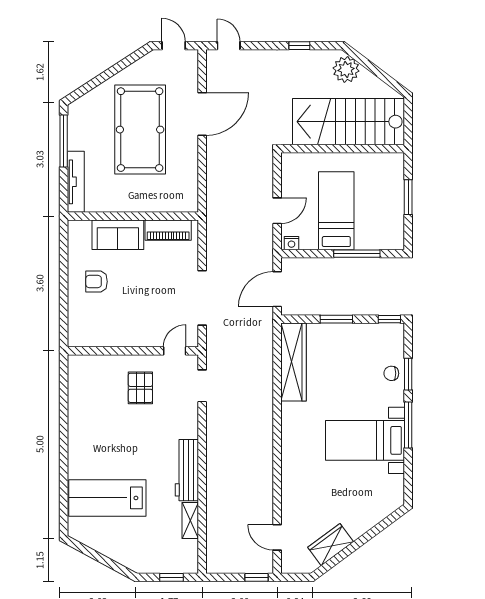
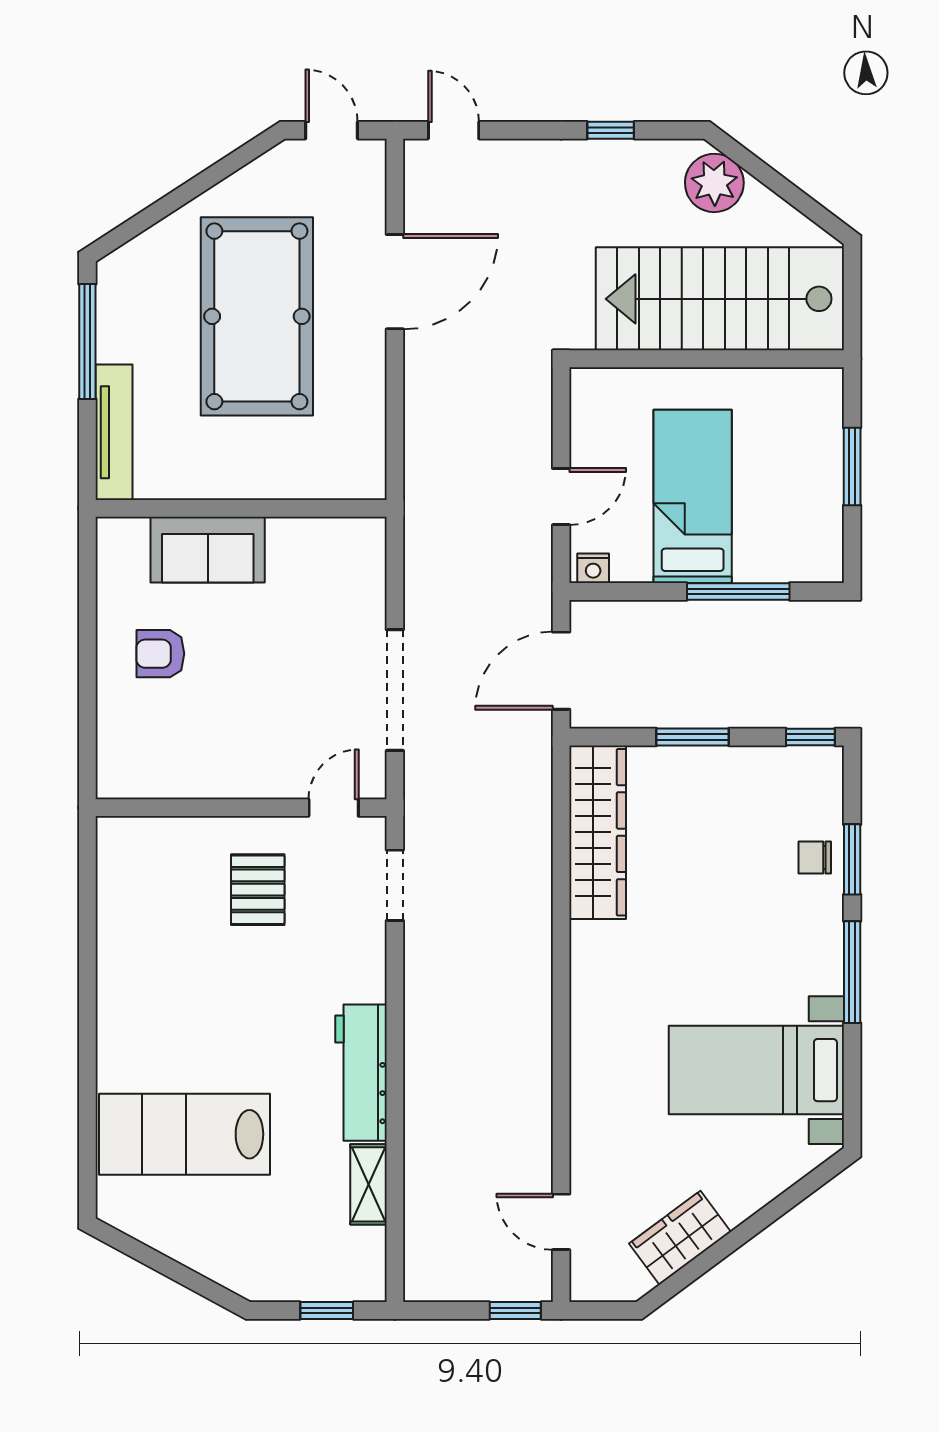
piano: (168, 230) -> (319, 540), removed
bed with nightstands: (365, 440) -> (756, 1070), moved

